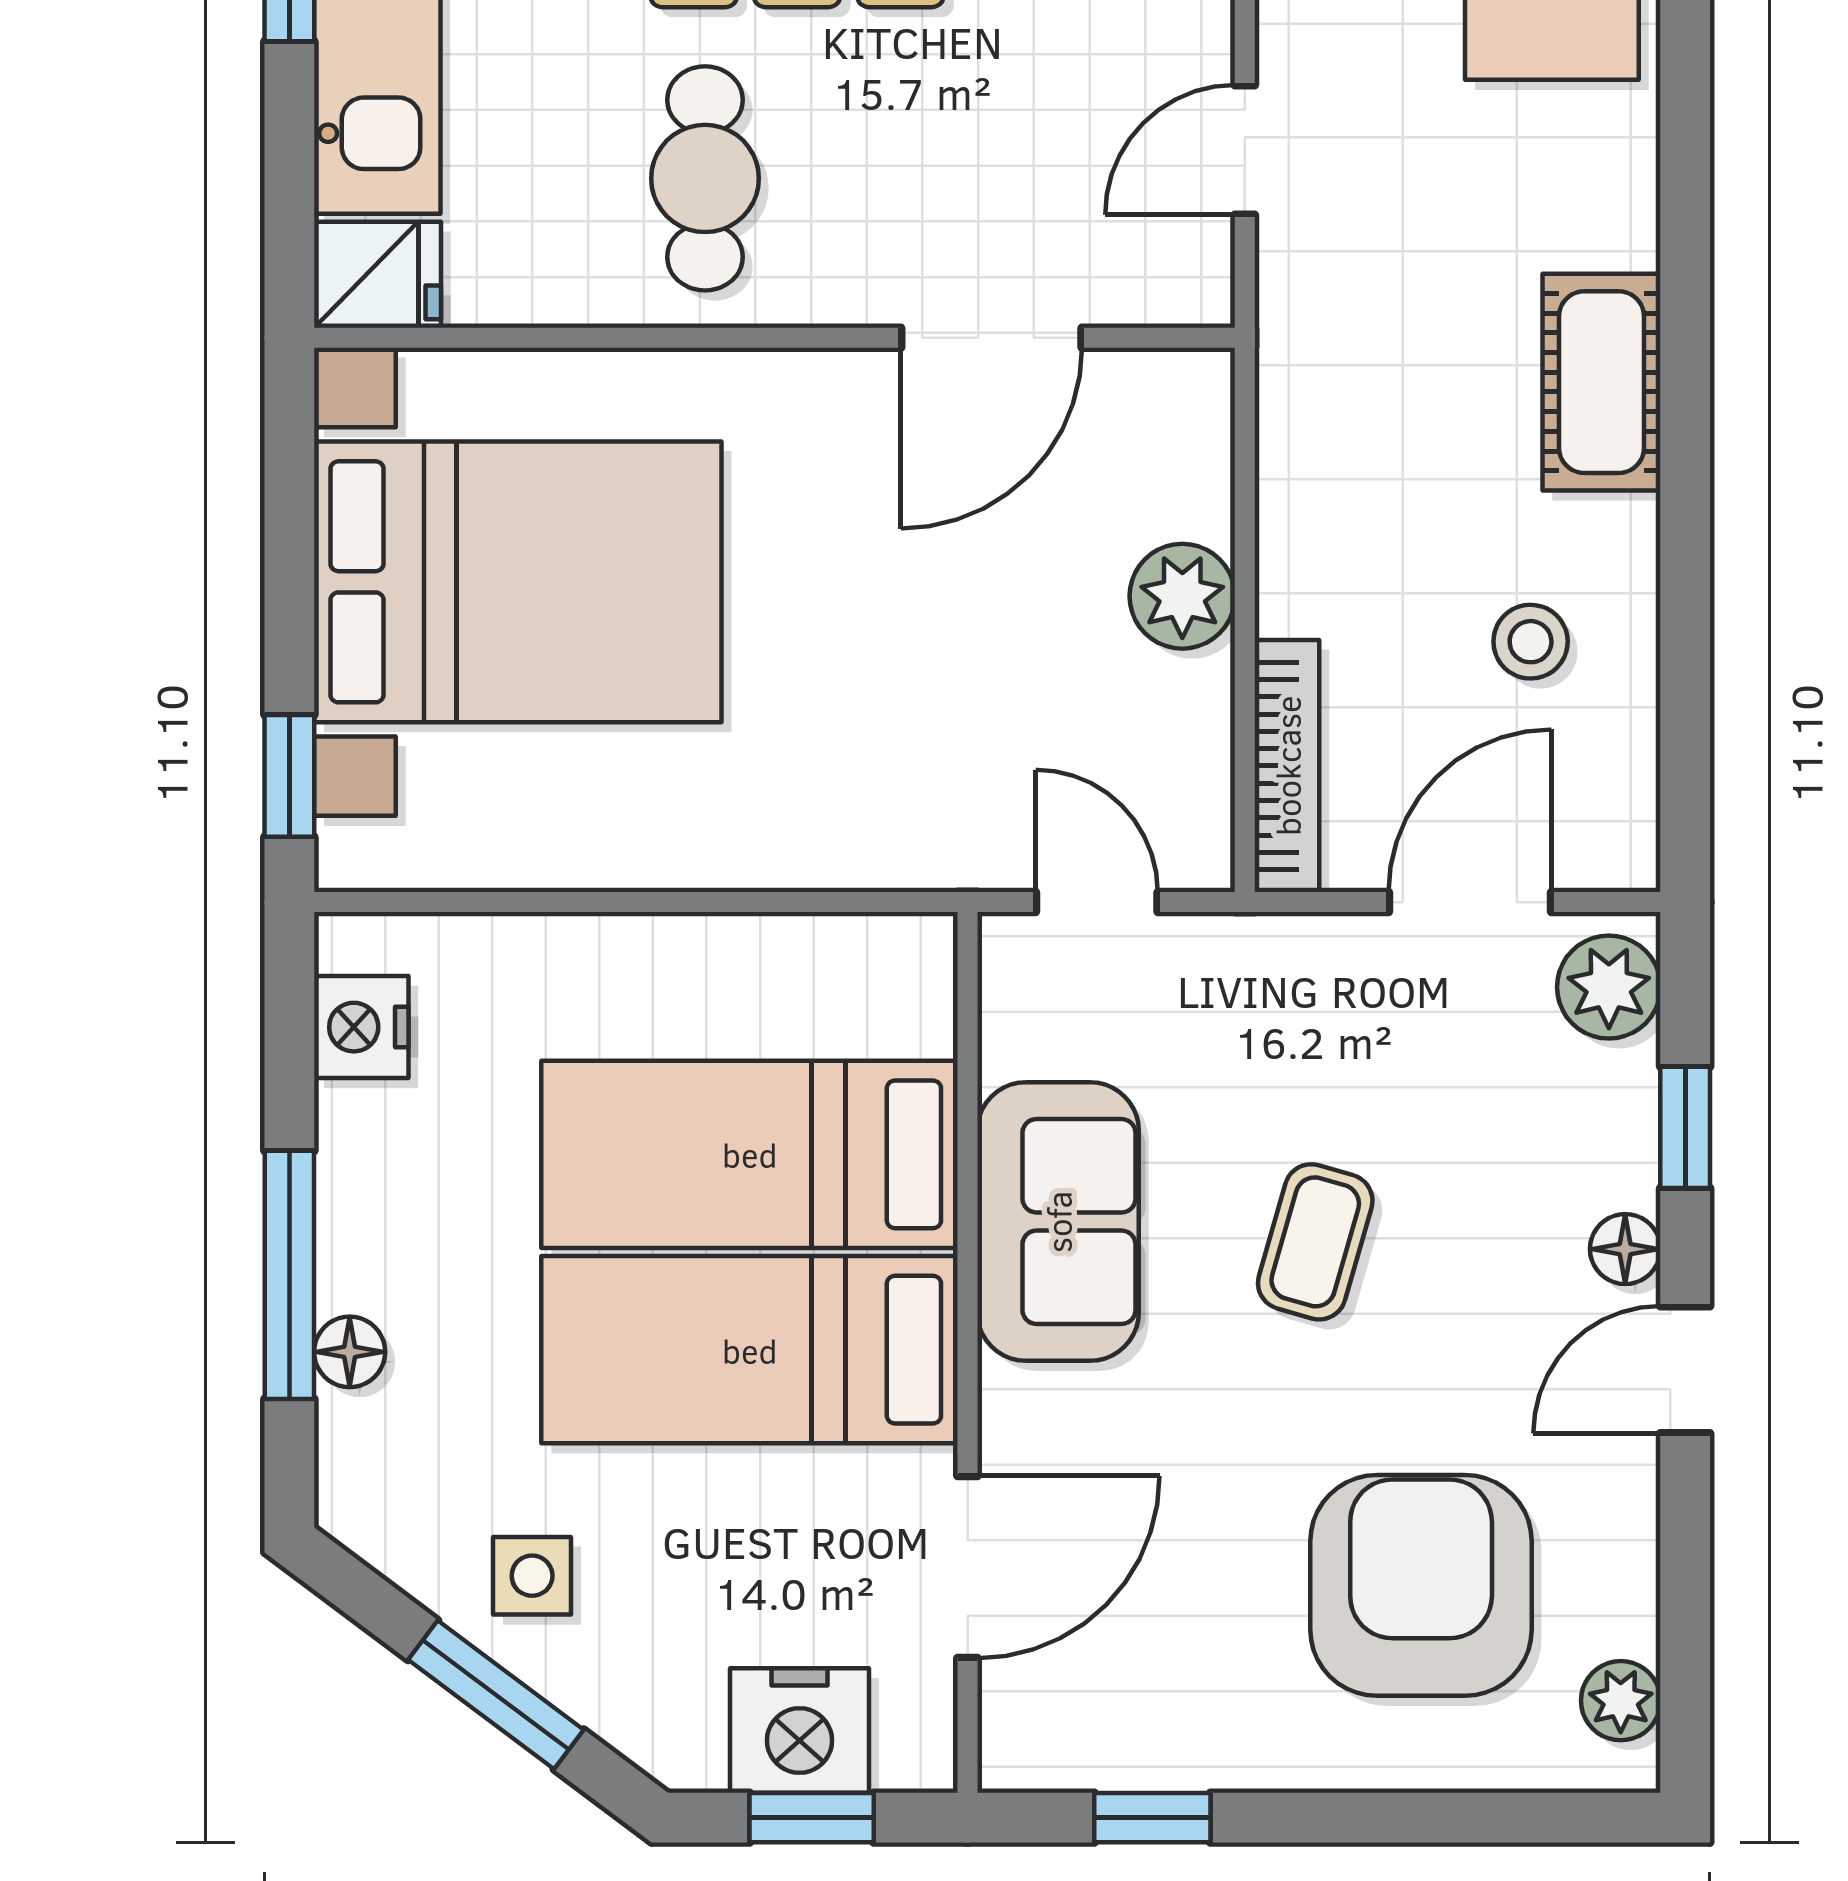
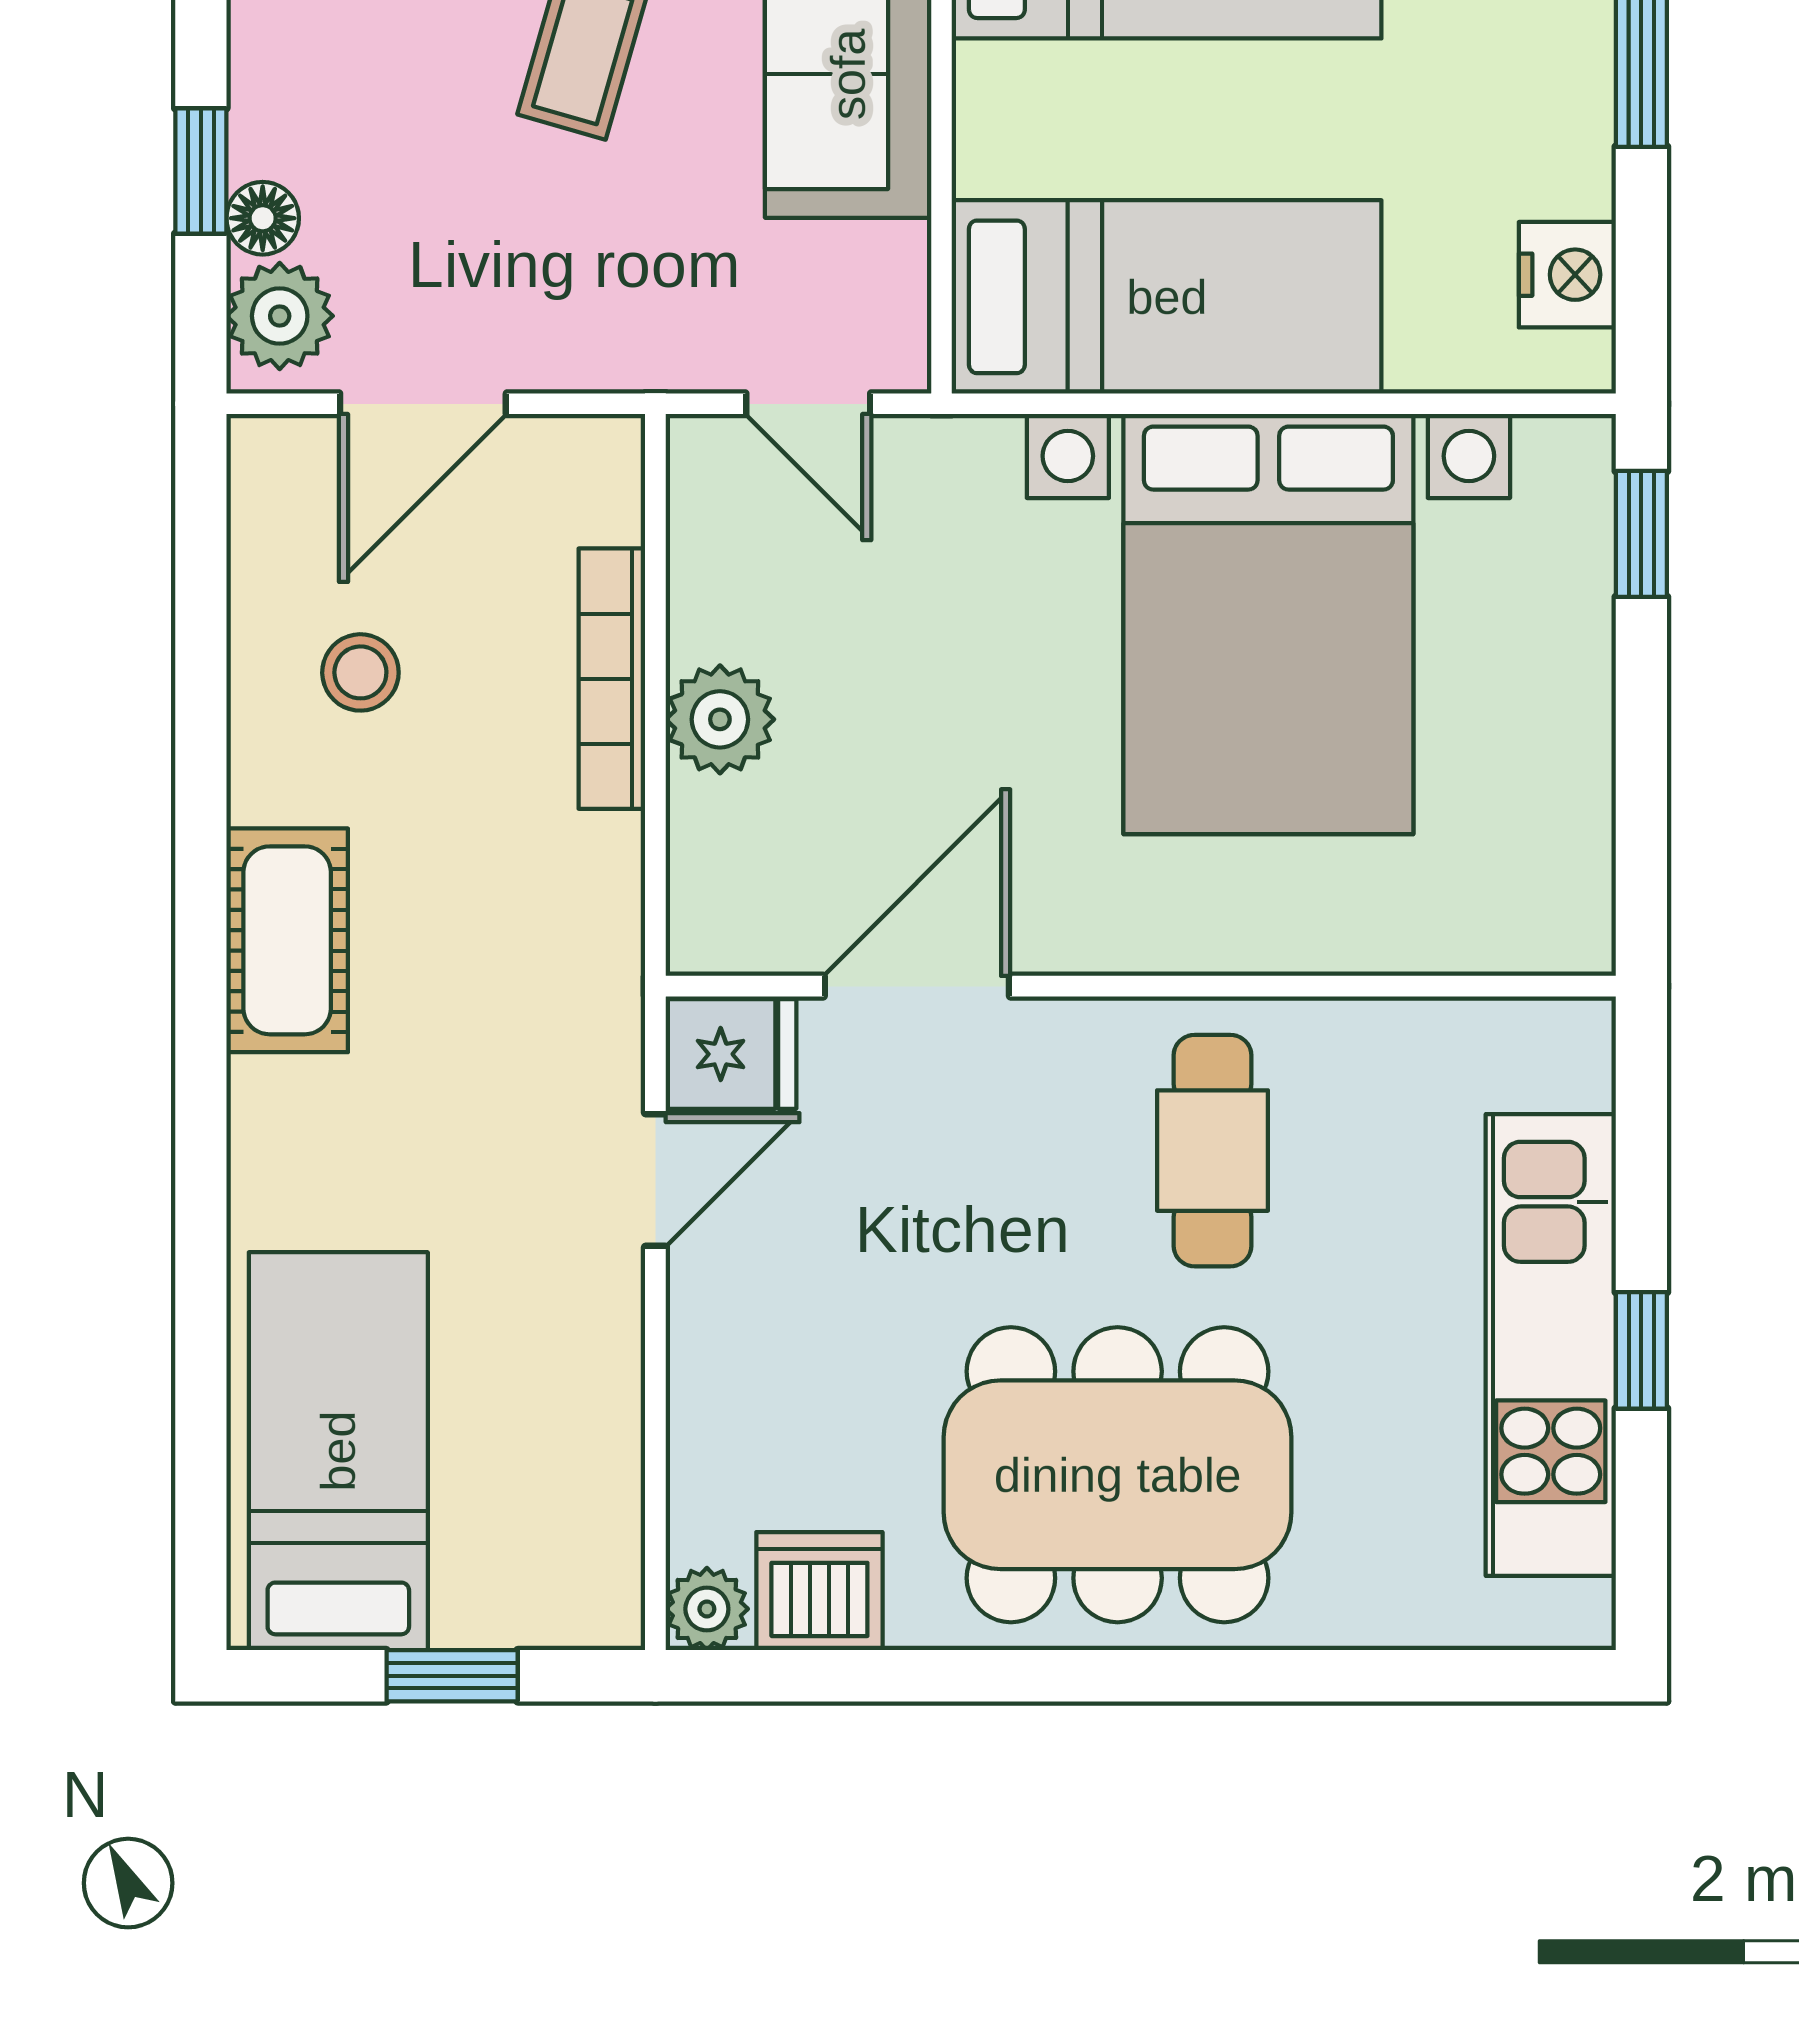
fridge: (378, 275) -> (731, 1054), moved, turned 180
bed with nightstands: (518, 582) -> (1268, 624), moved, turned -90
bookcase: (1287, 766) -> (612, 679), moved
bed: (750, 1154) -> (1167, 297), moved
floor lamp: (1625, 1249) -> (263, 218), moved

